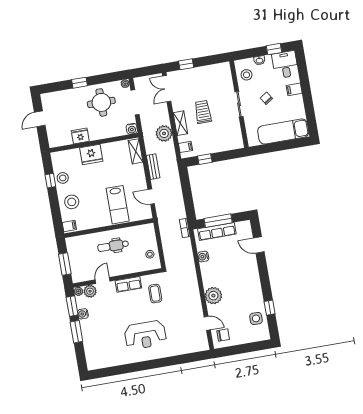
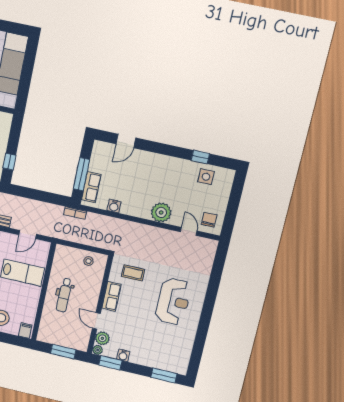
row of seats: (217, 231) -> (91, 187), width x0.68
door: (207, 323) -> (189, 231), hinge flipped
window: (76, 332) -> (164, 375), moved

